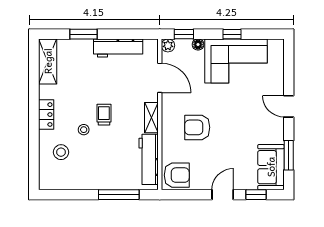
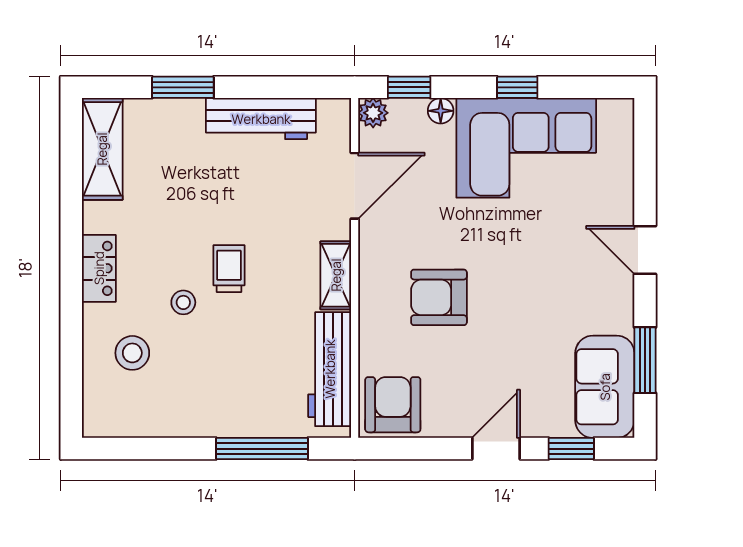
door: (160, 78) -> (355, 186), hinge flipped
armchair: (177, 175) -> (393, 405), turned -90

